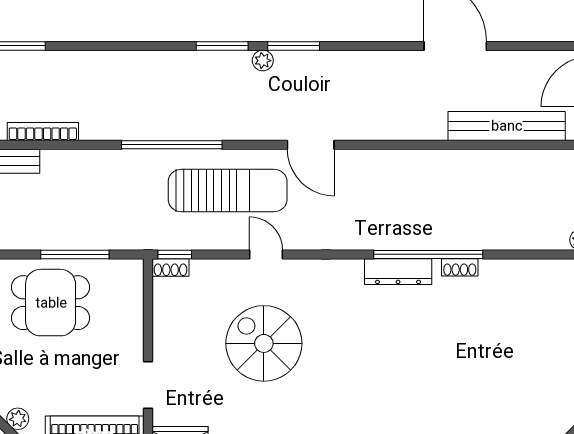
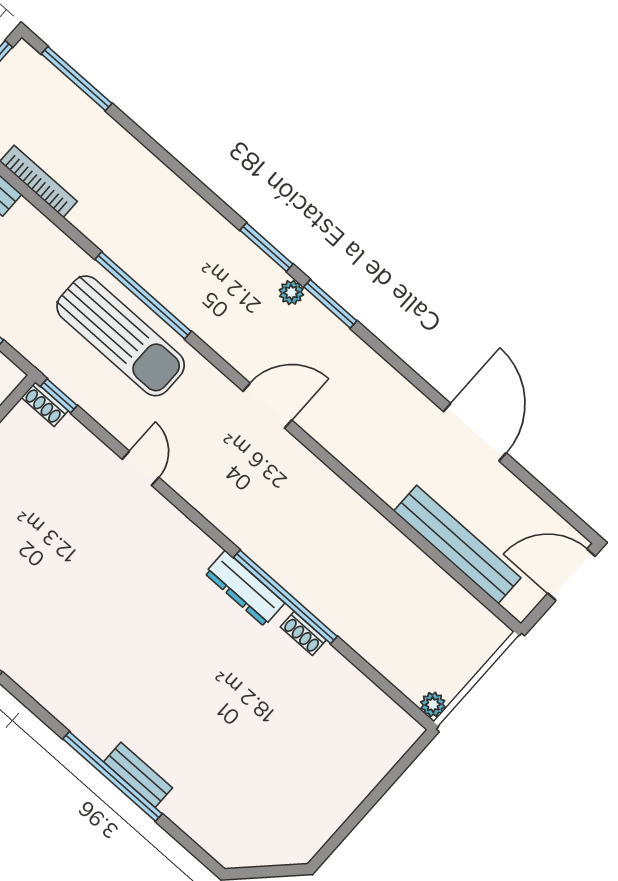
door: (311, 145) -> (267, 406), swing flipped
sun lounger: (228, 190) -> (121, 336), moved
spiral stairs: (264, 343) -> (68, 546), removed

